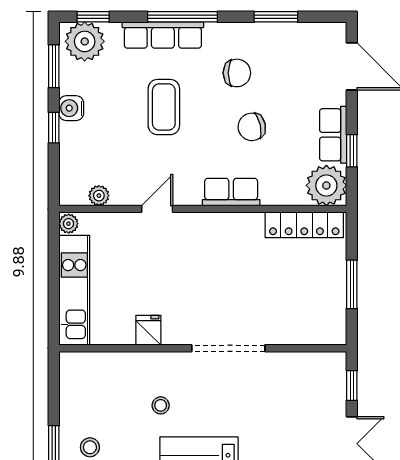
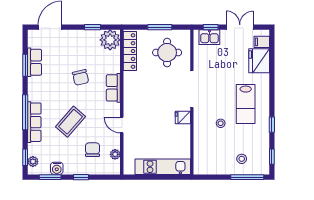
plant: (85, 41) -> (33, 161), width x0.53, depth x0.53
chair: (237, 73) -> (93, 150), moved
coffee table: (164, 107) -> (71, 122), turned -49
water cooler: (71, 108) -> (57, 168), moved
row of seats: (333, 135) -> (35, 62), moved, turned -90
plant: (69, 224) -> (129, 170), removed
round table: (301, 299) -> (167, 53), added
fridge: (148, 330) -> (183, 118), moved
kitchen sink: (332, 383) -> (209, 37), added

